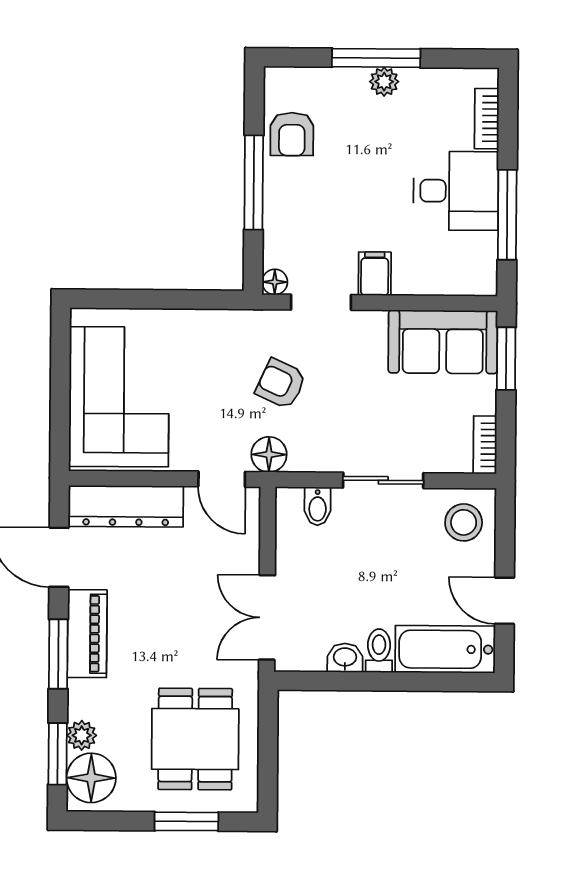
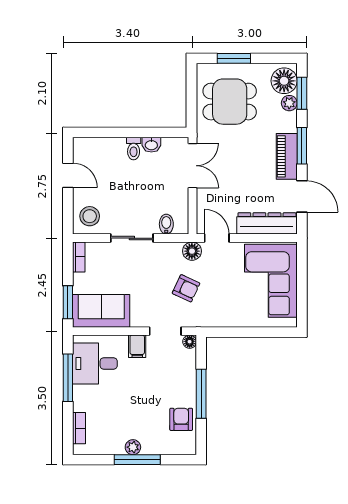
desk: (456, 191) -> (95, 363), moved
bathtub: (445, 649) -> (99, 150), removed
dining table: (195, 739) -> (230, 102), turned 90

